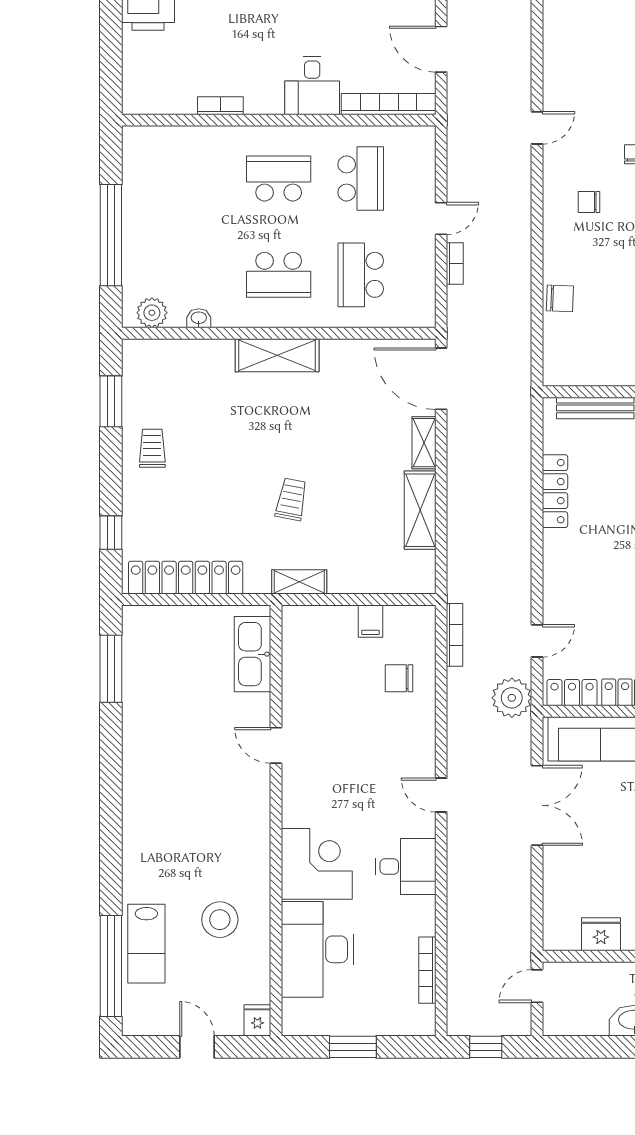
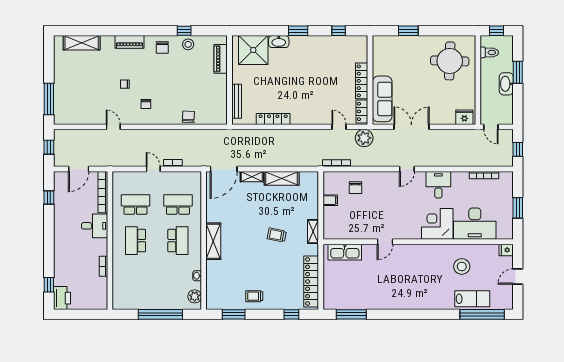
school desk: (361, 275) -> (178, 204), turned 180
fridge: (601, 934) -> (464, 117), moved, turned 90

